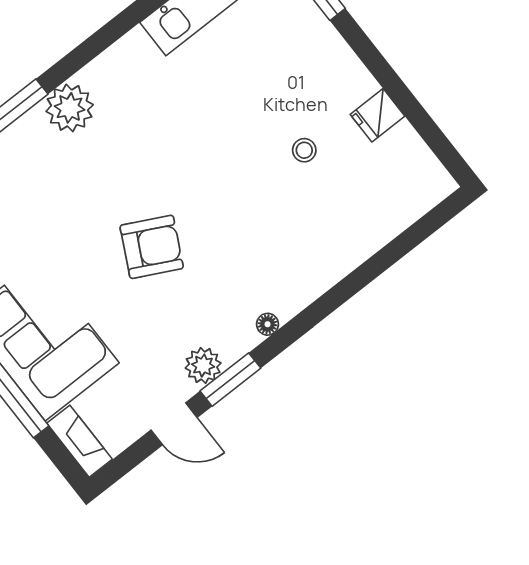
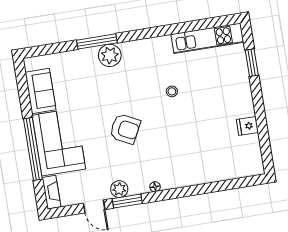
plant: (70, 108) -> (110, 55), moved
stool: (304, 150) -> (172, 91), moved

